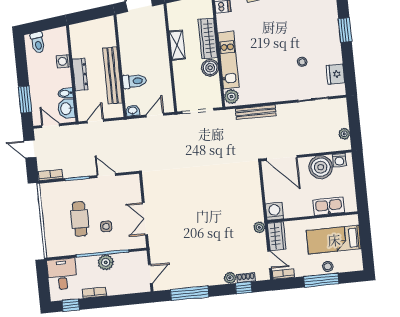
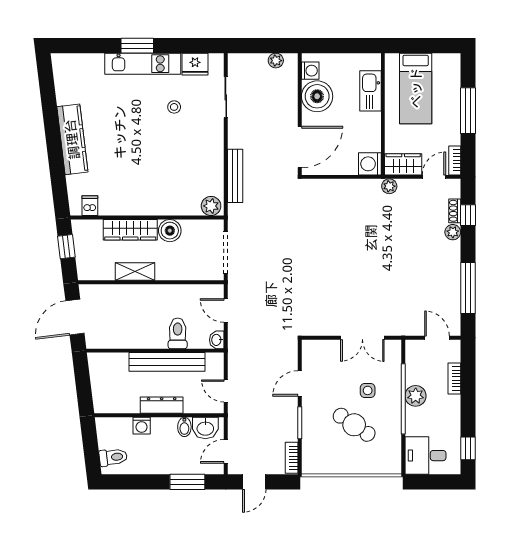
kitchen unit: (229, 60) -> (143, 64), moved, turned 180
cafe table: (80, 219) -> (354, 425), turned 34
stool: (328, 266) -> (451, 100), removed
bookcase: (94, 293) -> (454, 379), moved

